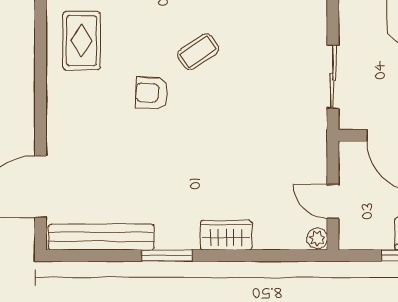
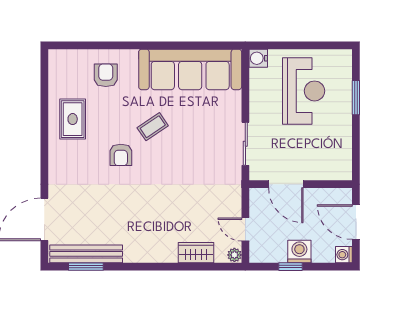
armchair: (152, 93) -> (121, 155), turned -93
wardrobe: (226, 235) -> (196, 253), moved
window: (167, 256) -> (86, 267), moved

